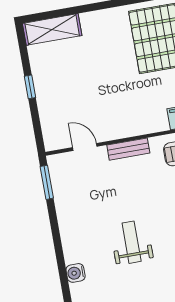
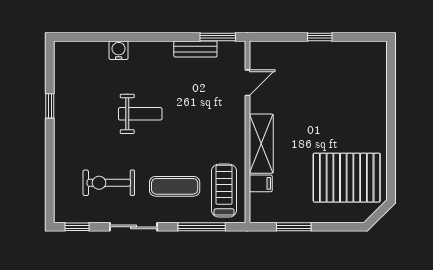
shelving: (52, 29) -> (261, 144), moved
bench: (128, 149) -> (195, 49), moved, turned 90

